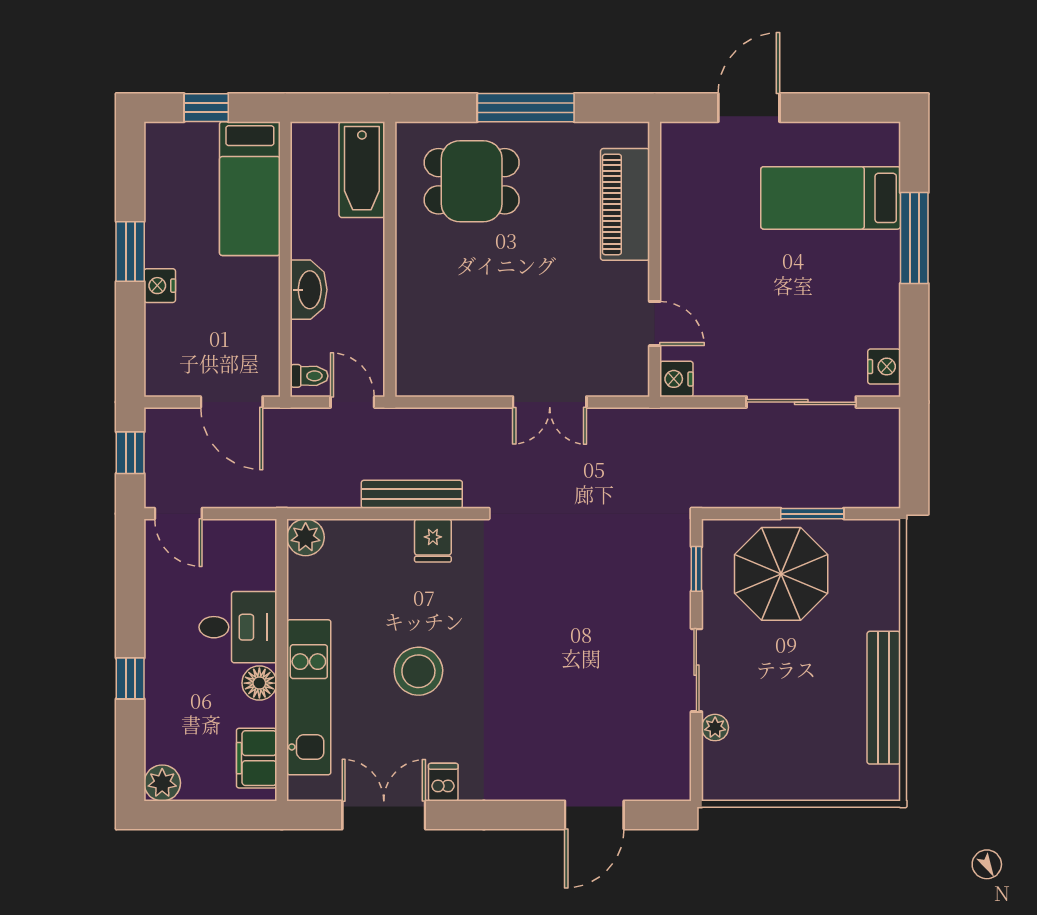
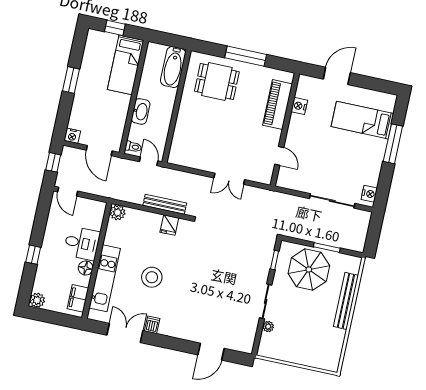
nightstand: (160, 286) -> (72, 136), moved, turned -90
nightstand: (676, 379) -> (299, 106), moved
bench: (884, 698) -> (346, 301), moved

